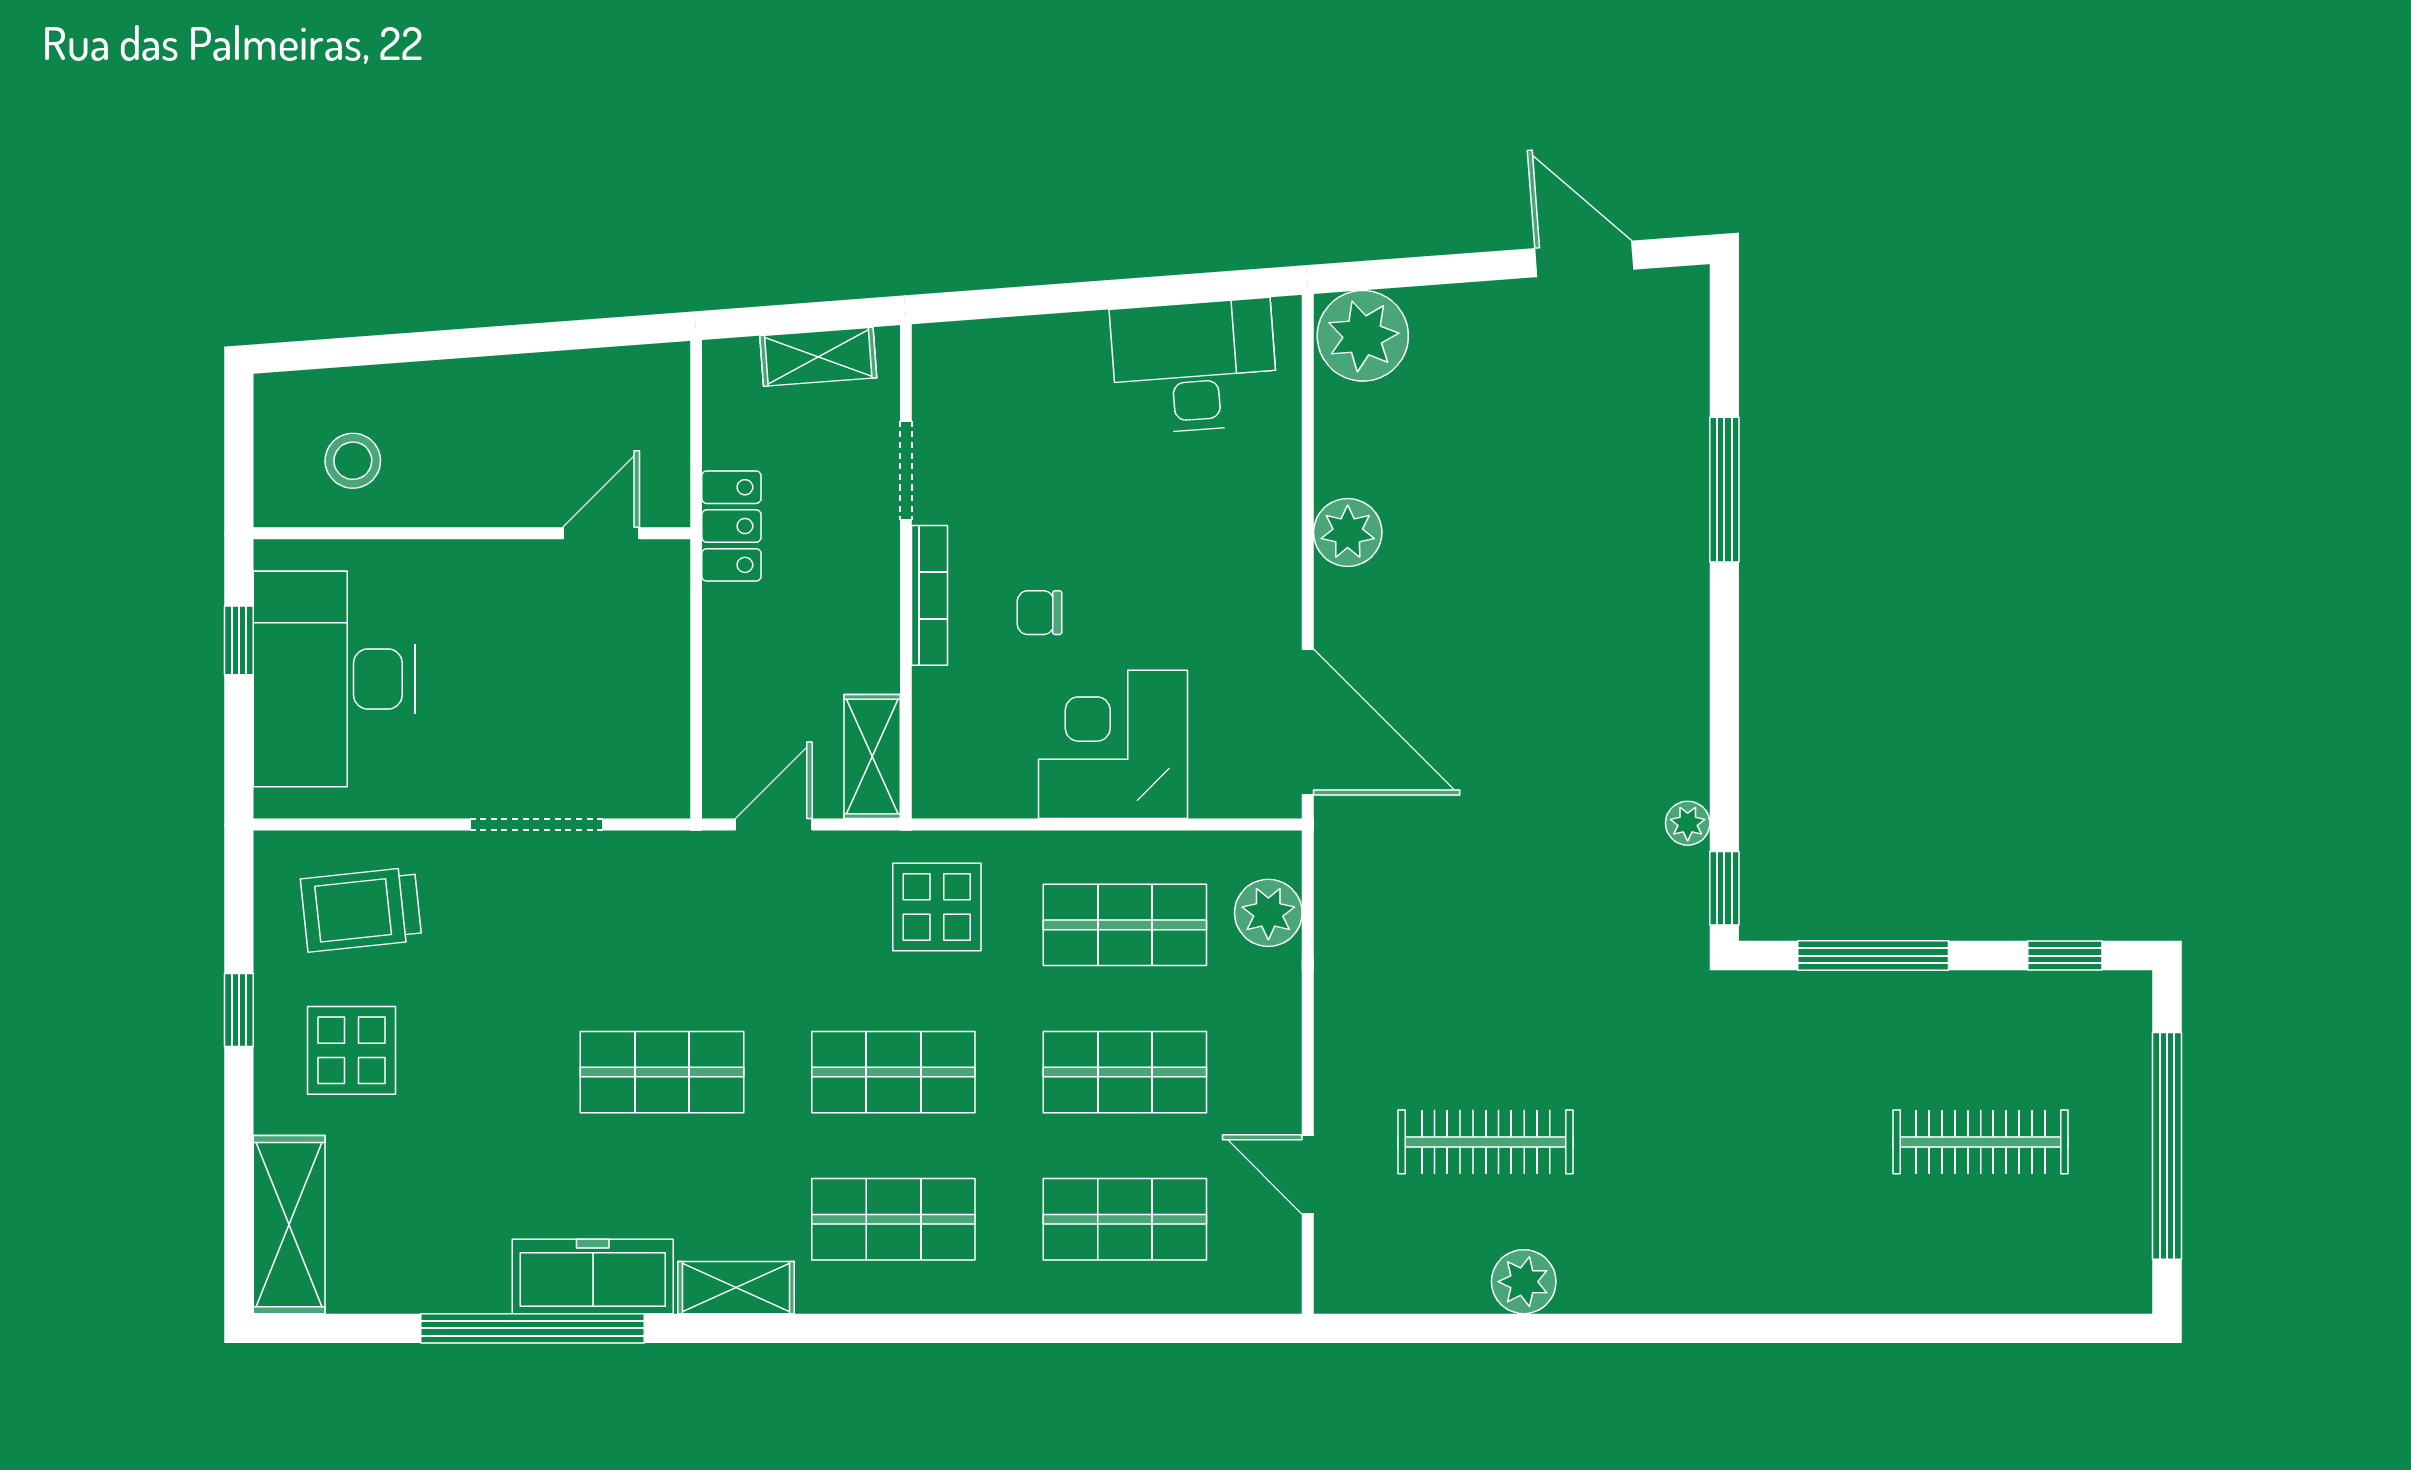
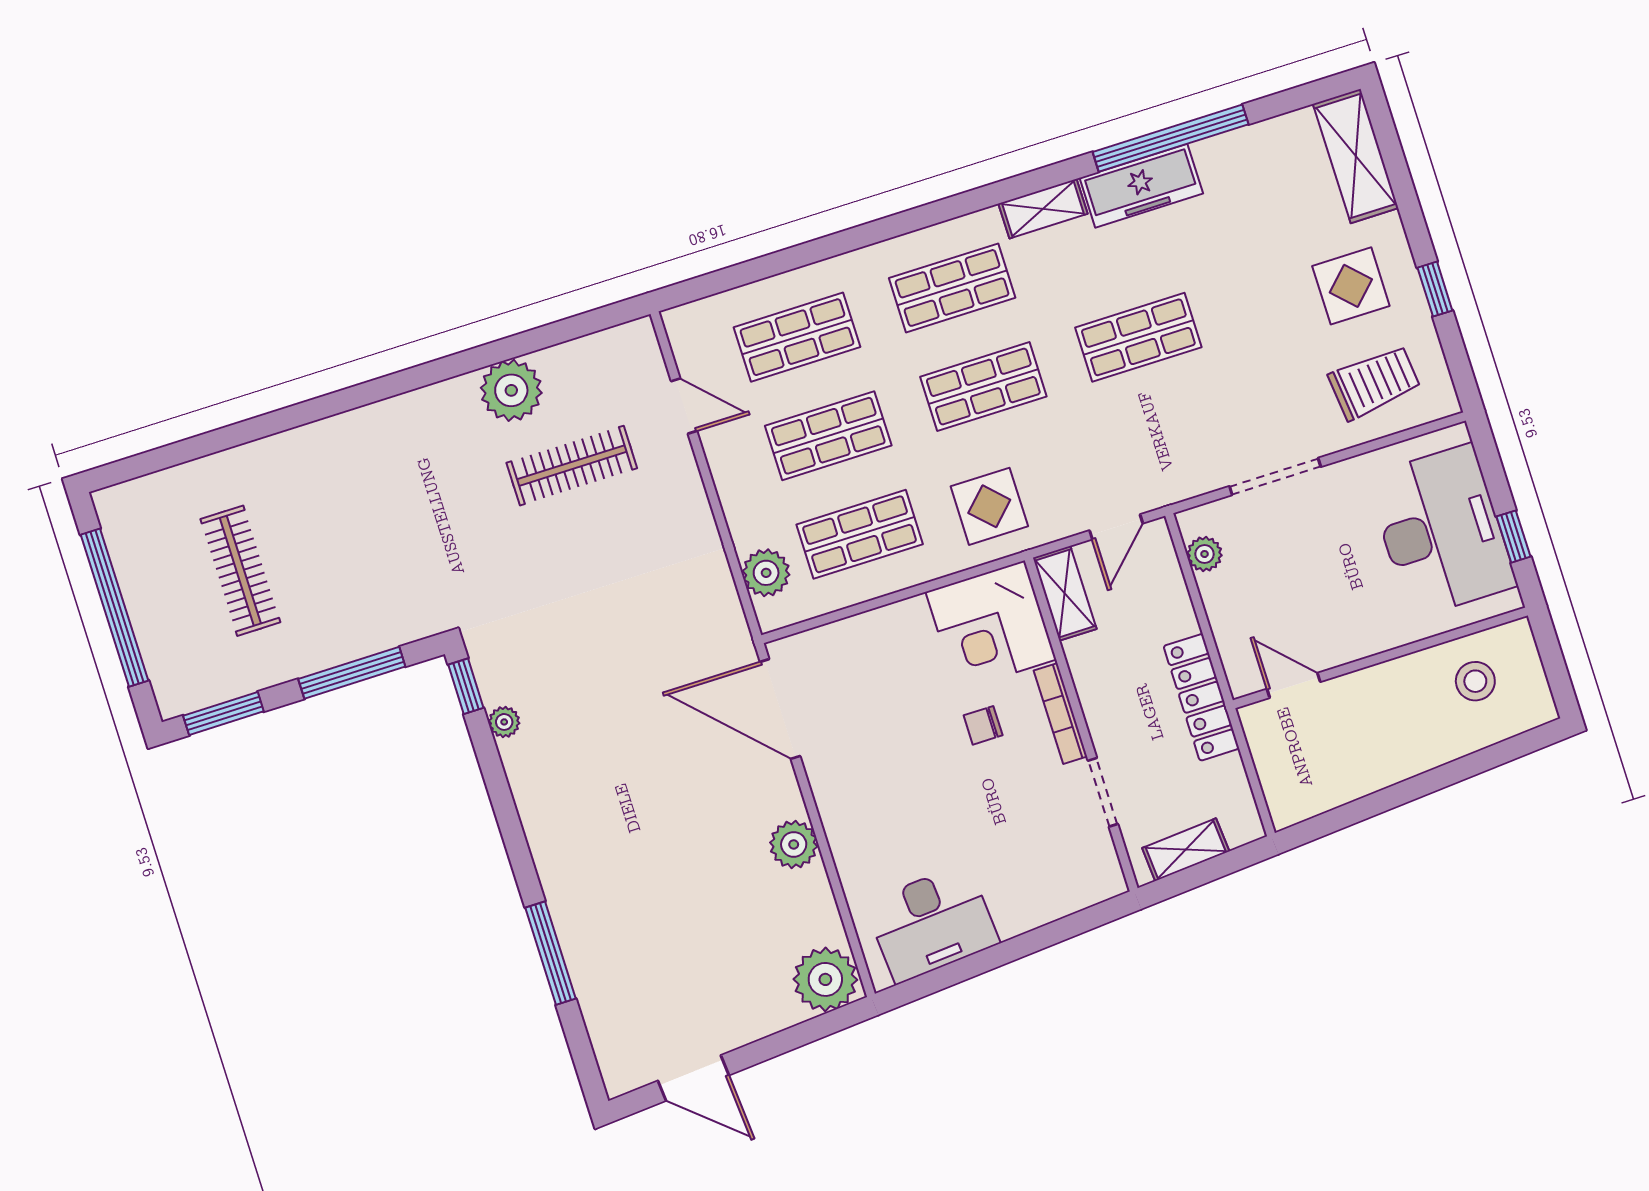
locker: (731, 526) -> (1201, 697), width x1.53
door: (601, 533) -> (1294, 685), swing flipped
chair: (1040, 613) -> (983, 725), turned 180
corner desk: (1113, 744) -> (991, 626), moved, turned 90
plant: (665, 750) -> (1205, 554), added
window: (2065, 956) -> (223, 713), width x1.50
clothes rail: (1981, 1142) -> (240, 571), turned 90
plant: (1524, 1282) -> (511, 390), width x1.36, depth x1.36

